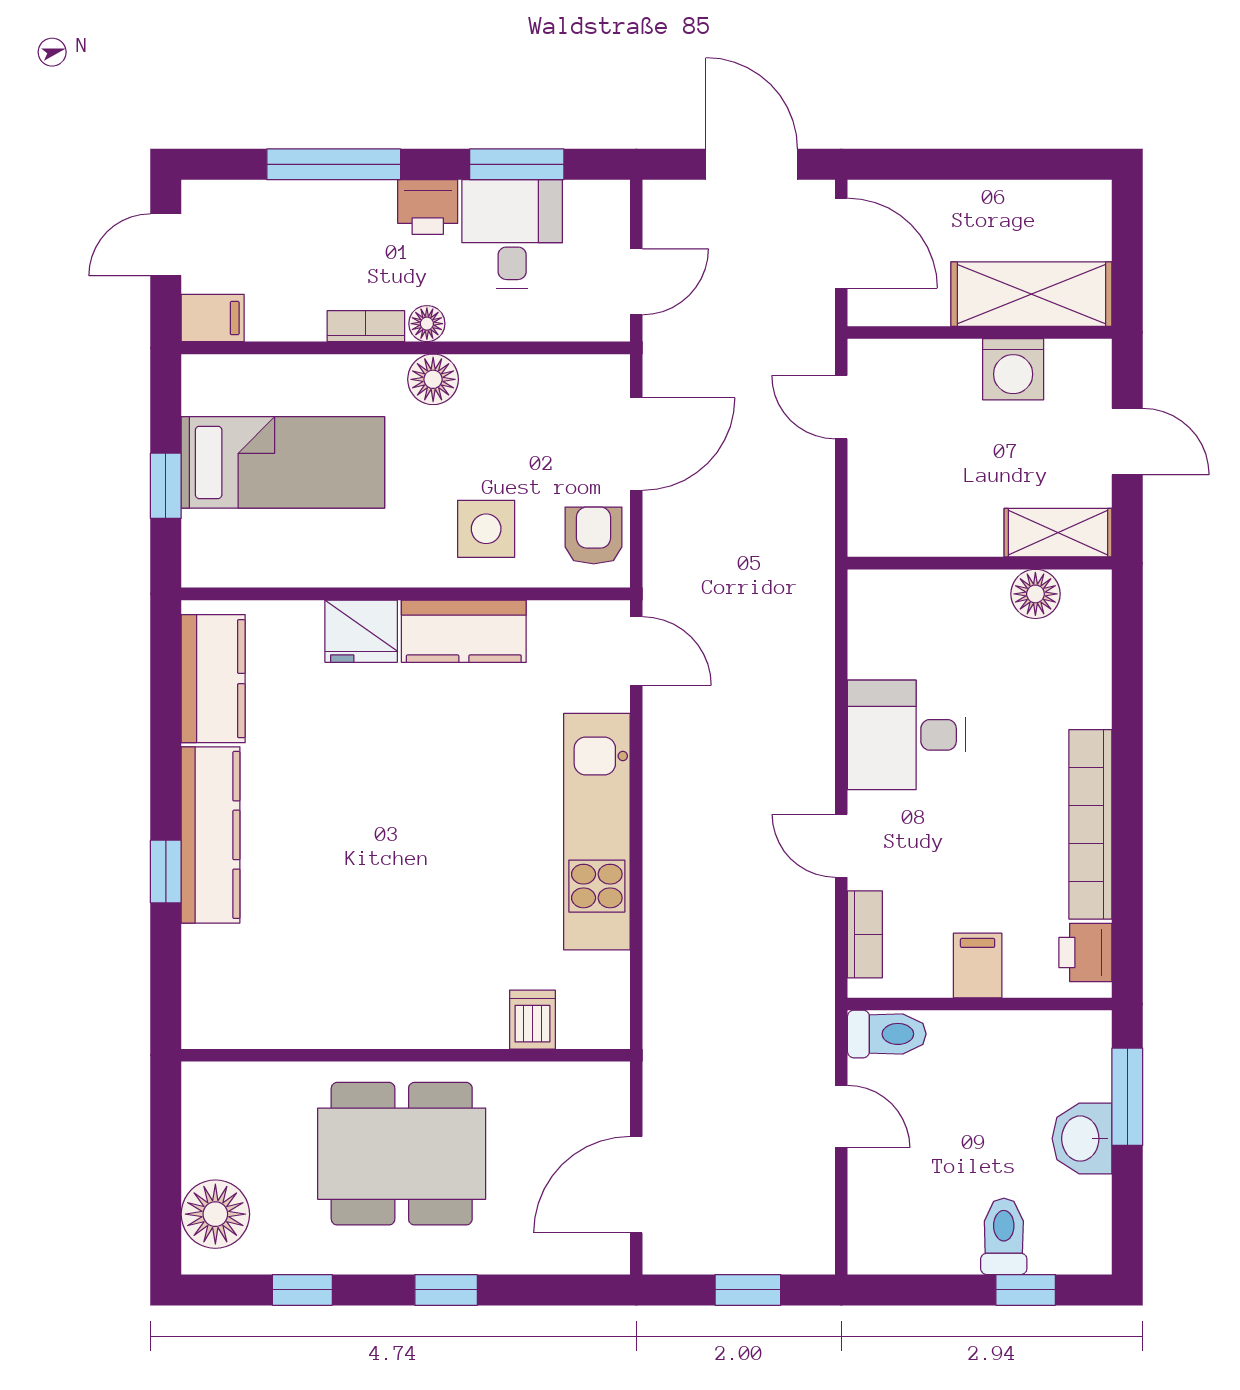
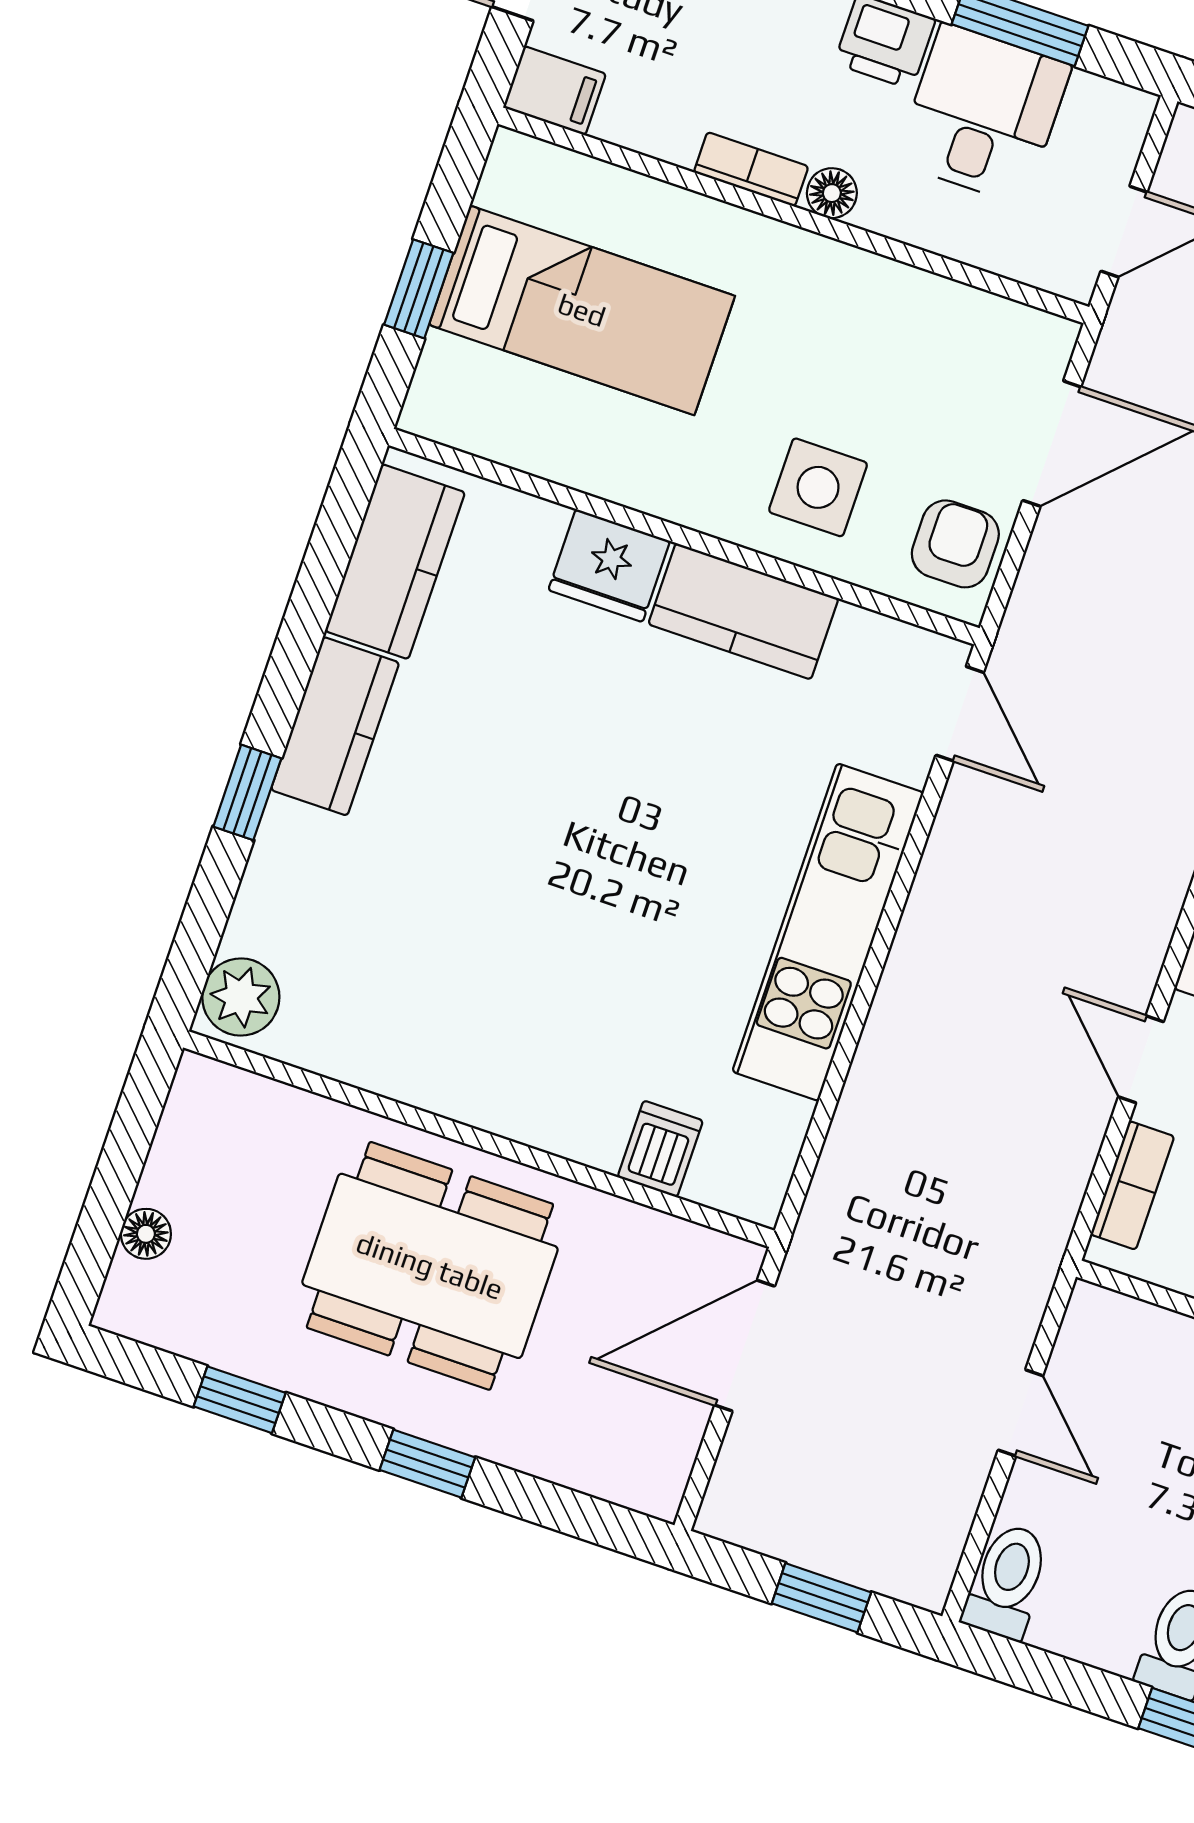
floor lamp: (433, 379) -> (815, 269), removed
kitchen counter: (211, 835) -> (335, 726), width x0.67
plant: (209, 1013) -> (241, 997), added
toilet: (887, 1034) -> (1007, 1581), moved, turned -90
door: (636, 1185) -> (745, 1346), moved
floor lamp: (215, 1214) -> (146, 1234), width x0.53, depth x0.53

